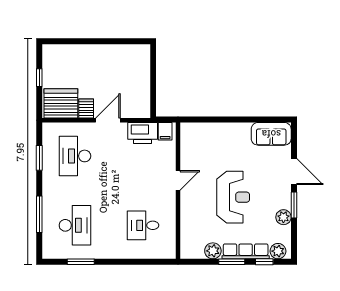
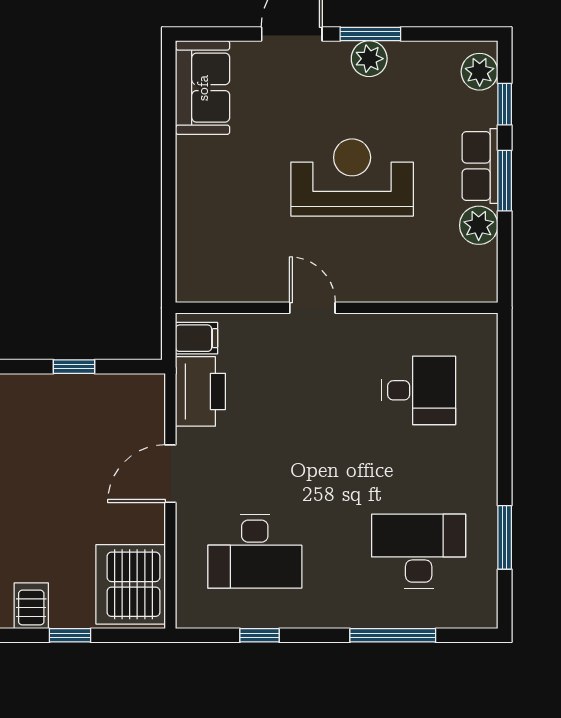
window: (153, 79) -> (74, 367), added
server rack: (86, 108) -> (31, 606), moved, turned 90
door: (108, 120) -> (170, 474), hinge flipped
window: (39, 158) -> (259, 635), width x0.67
plant: (283, 217) -> (369, 59), moved
desk: (143, 225) -> (419, 390), turned -90
row of seats: (246, 251) -> (480, 166), width x0.68

